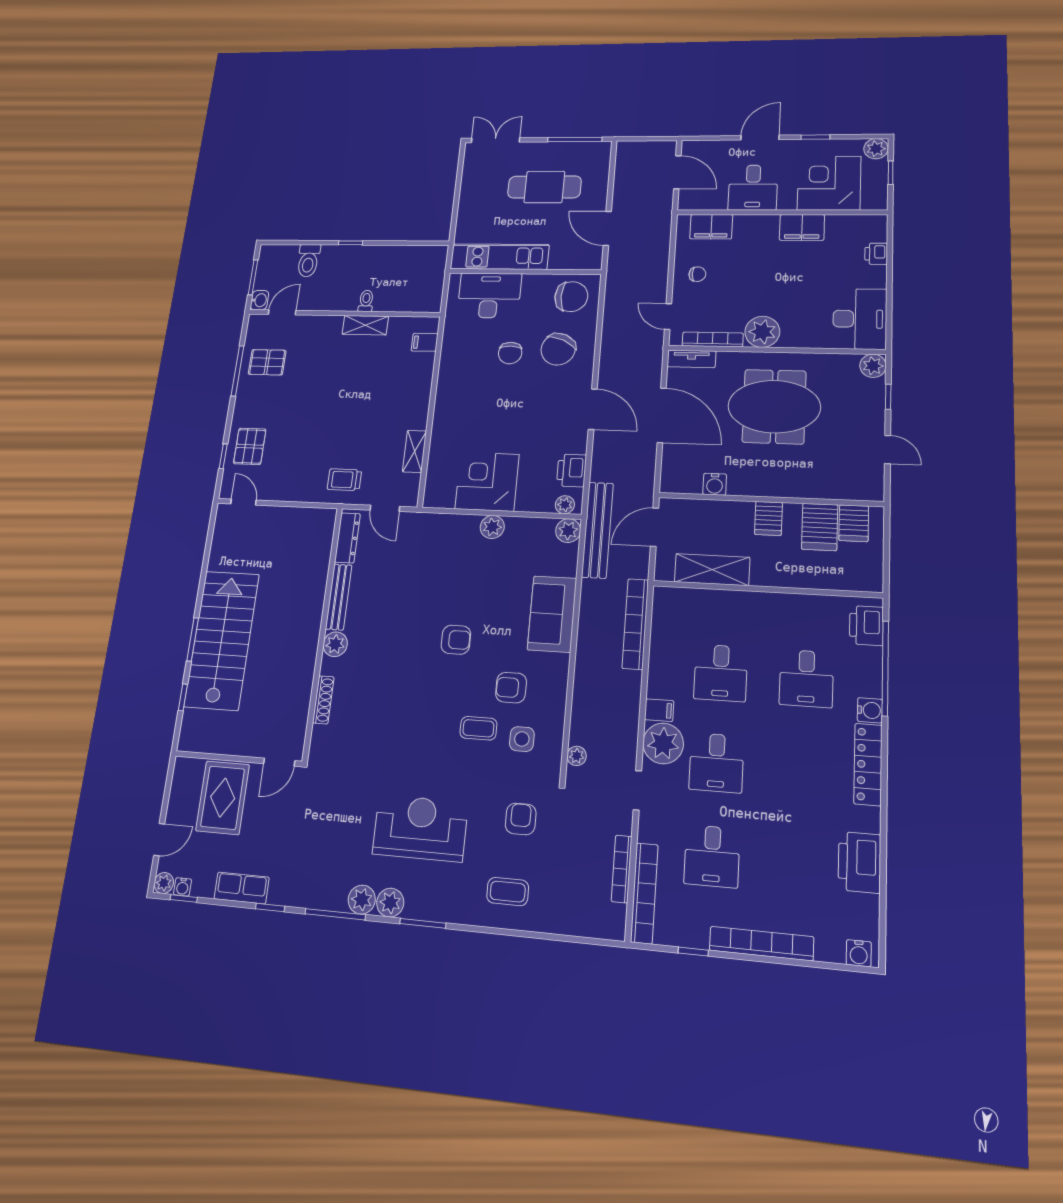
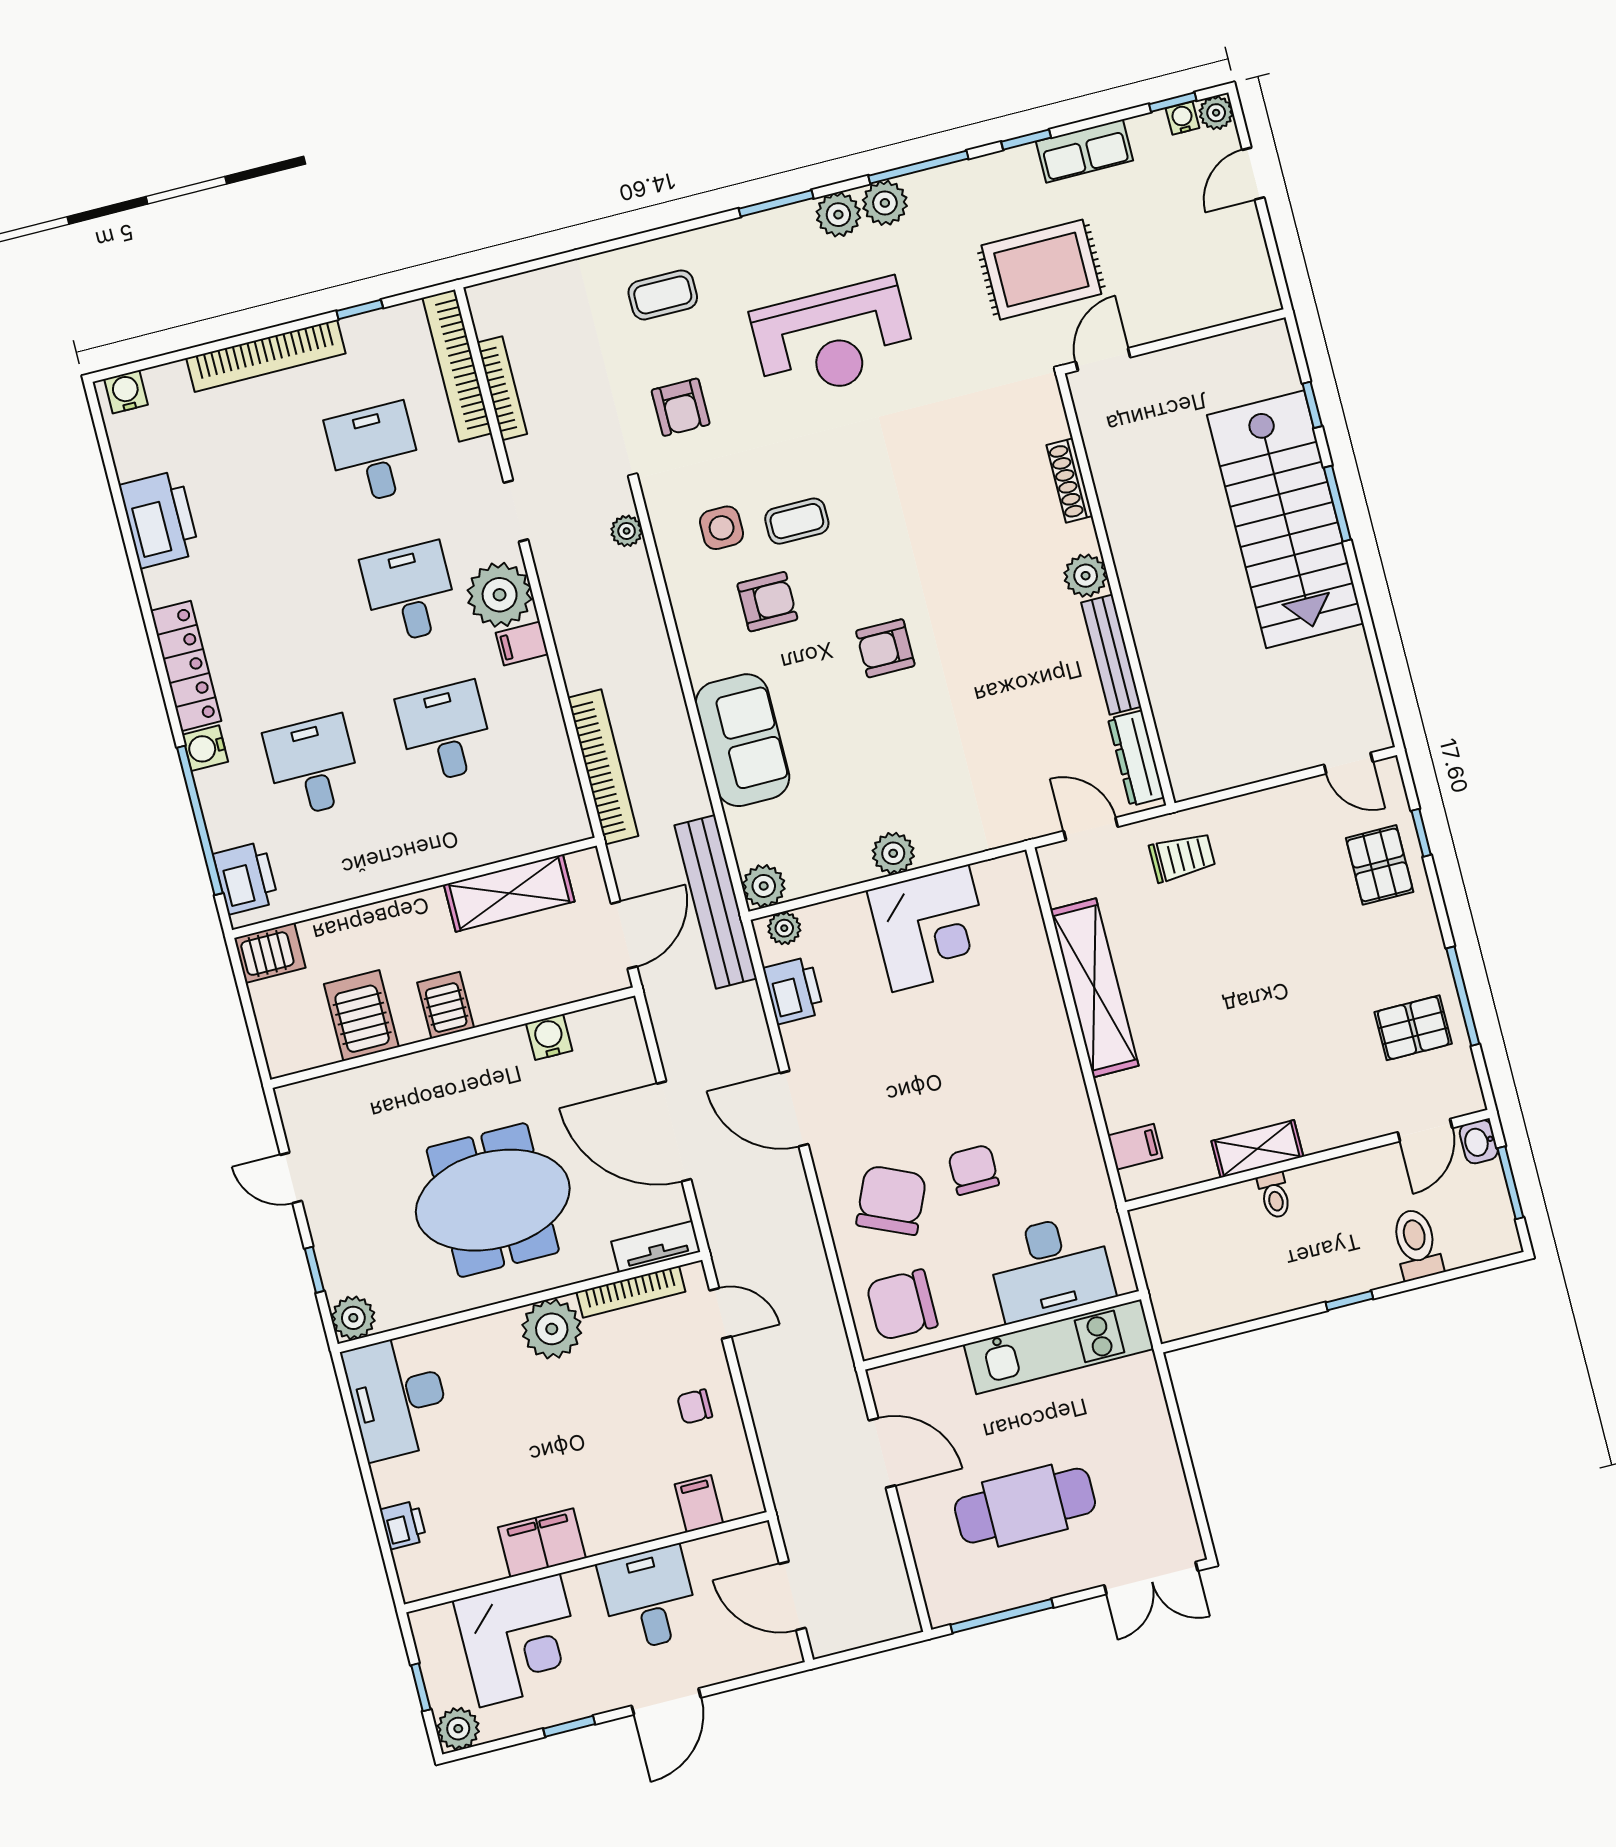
filing cabinet: (711, 227) -> (699, 1504), width x0.50
shelving: (414, 451) -> (1094, 988), width x2.20, depth x1.33
server rack: (854, 523) -> (270, 953), moved, turned 90
rug: (223, 798) -> (1041, 270), moved, turned 90

